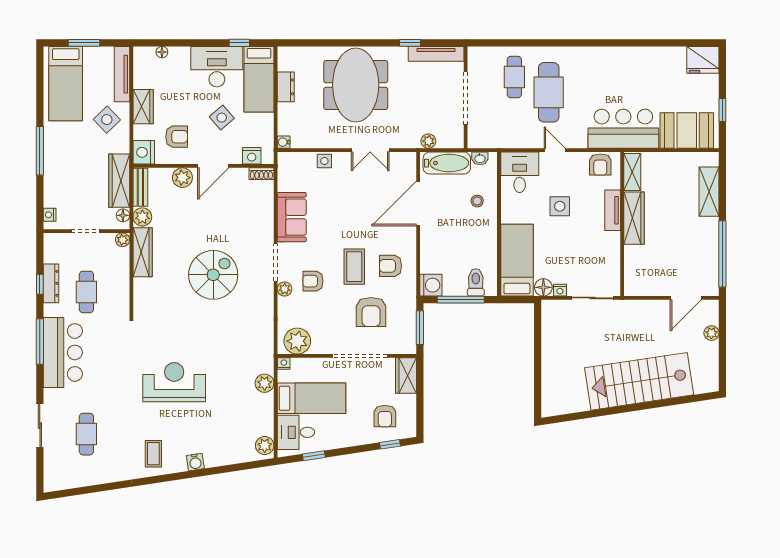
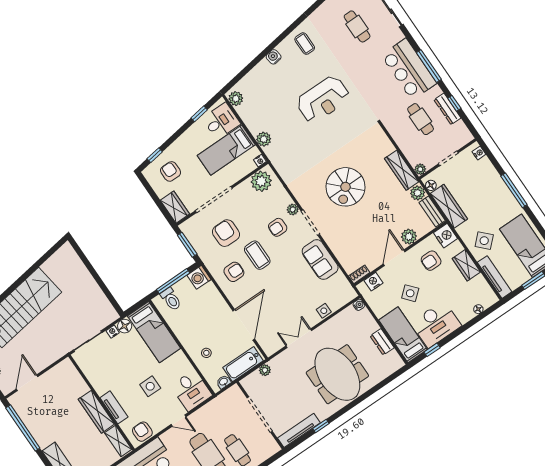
armchair: (313, 281) -> (278, 227), turned 180

